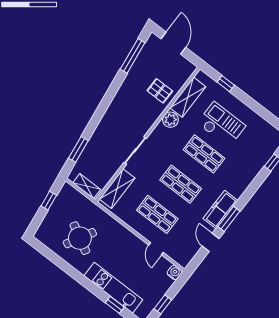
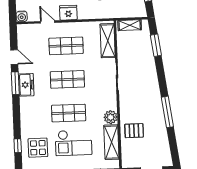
window: (133, 56) -> (167, 112), moved
display table: (256, 146) -> (38, 148), added
freezer: (220, 209) -> (26, 85), width x0.71
fridge: (131, 242) -> (68, 13), added

